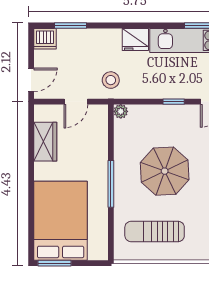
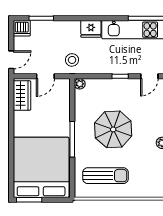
wardrobe: (45, 142) -> (22, 95), moved
bed: (61, 221) -> (41, 167), width x1.36
sun lounger: (155, 231) -> (105, 176), turned 180

